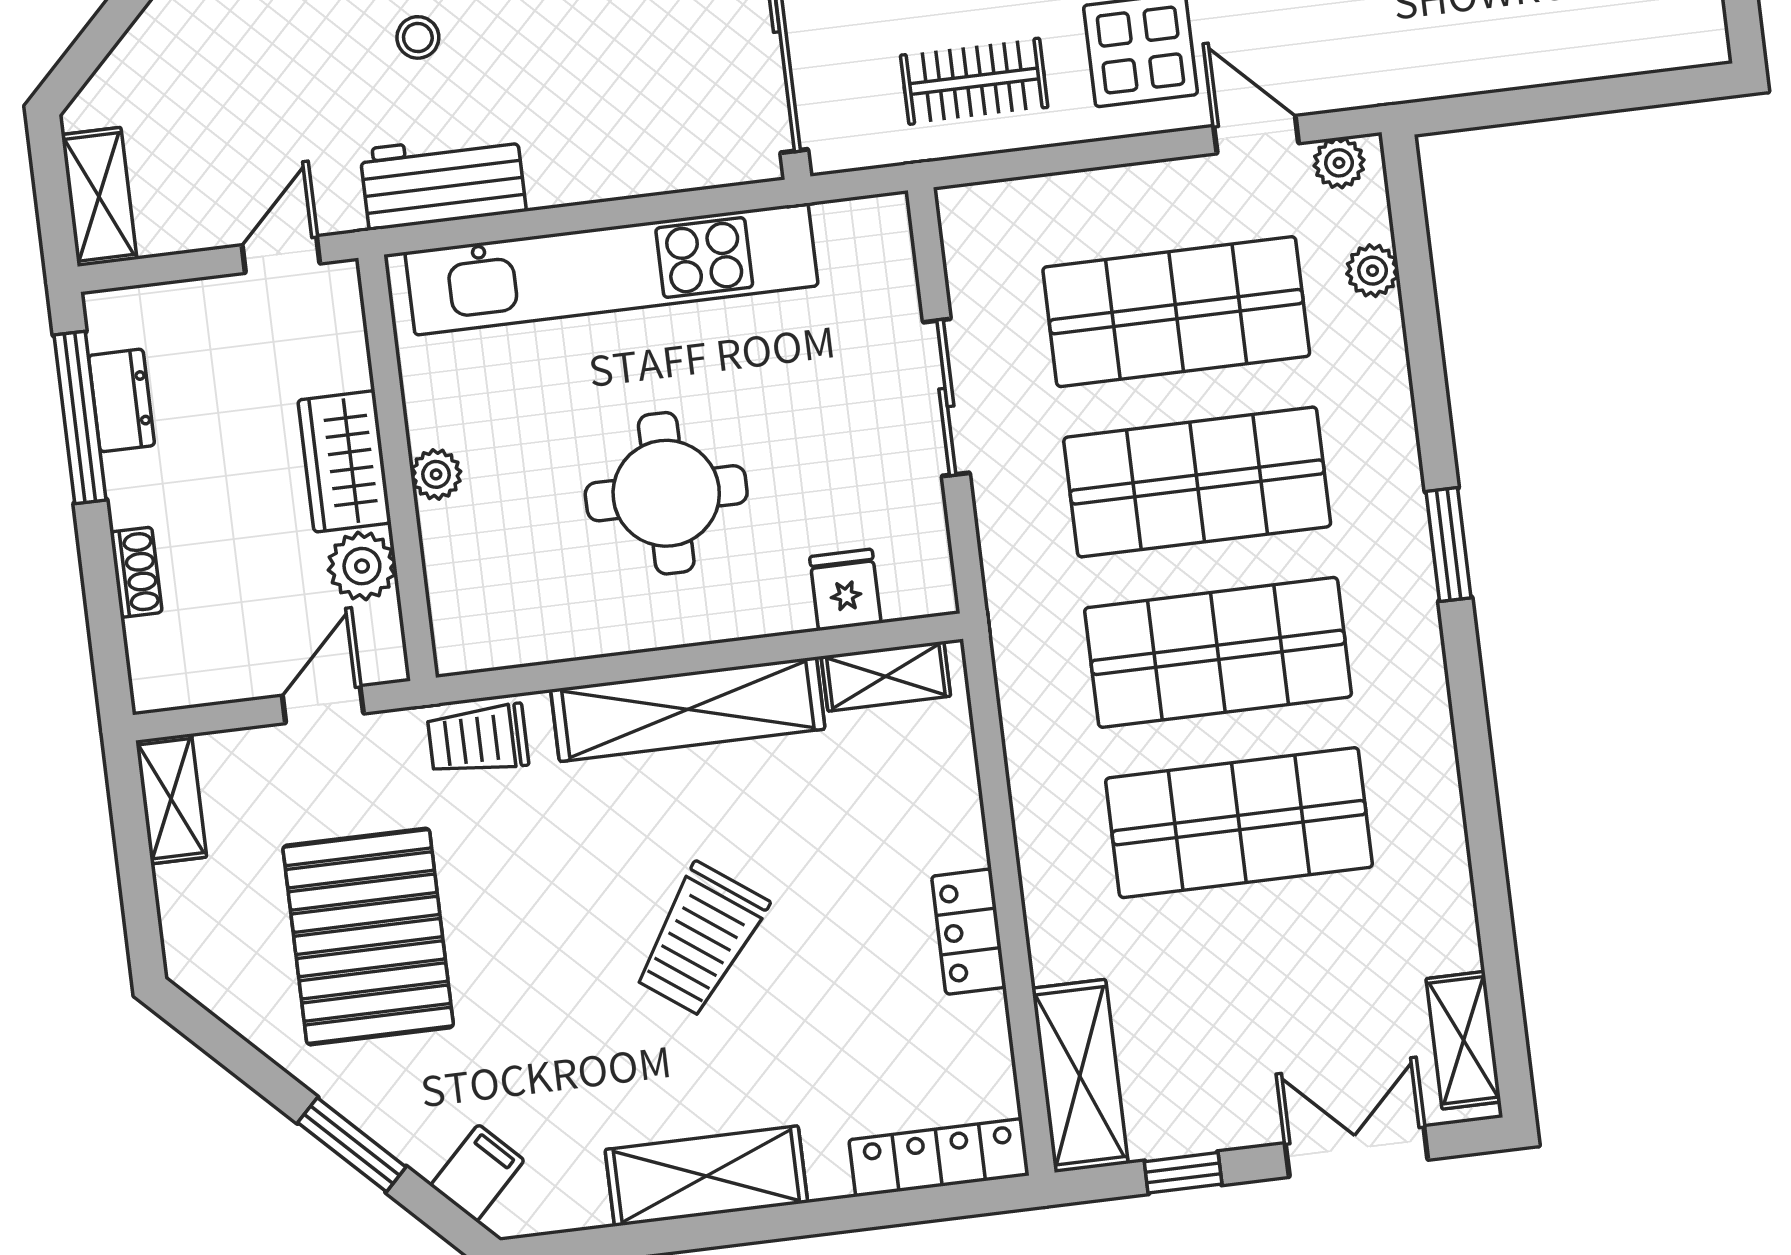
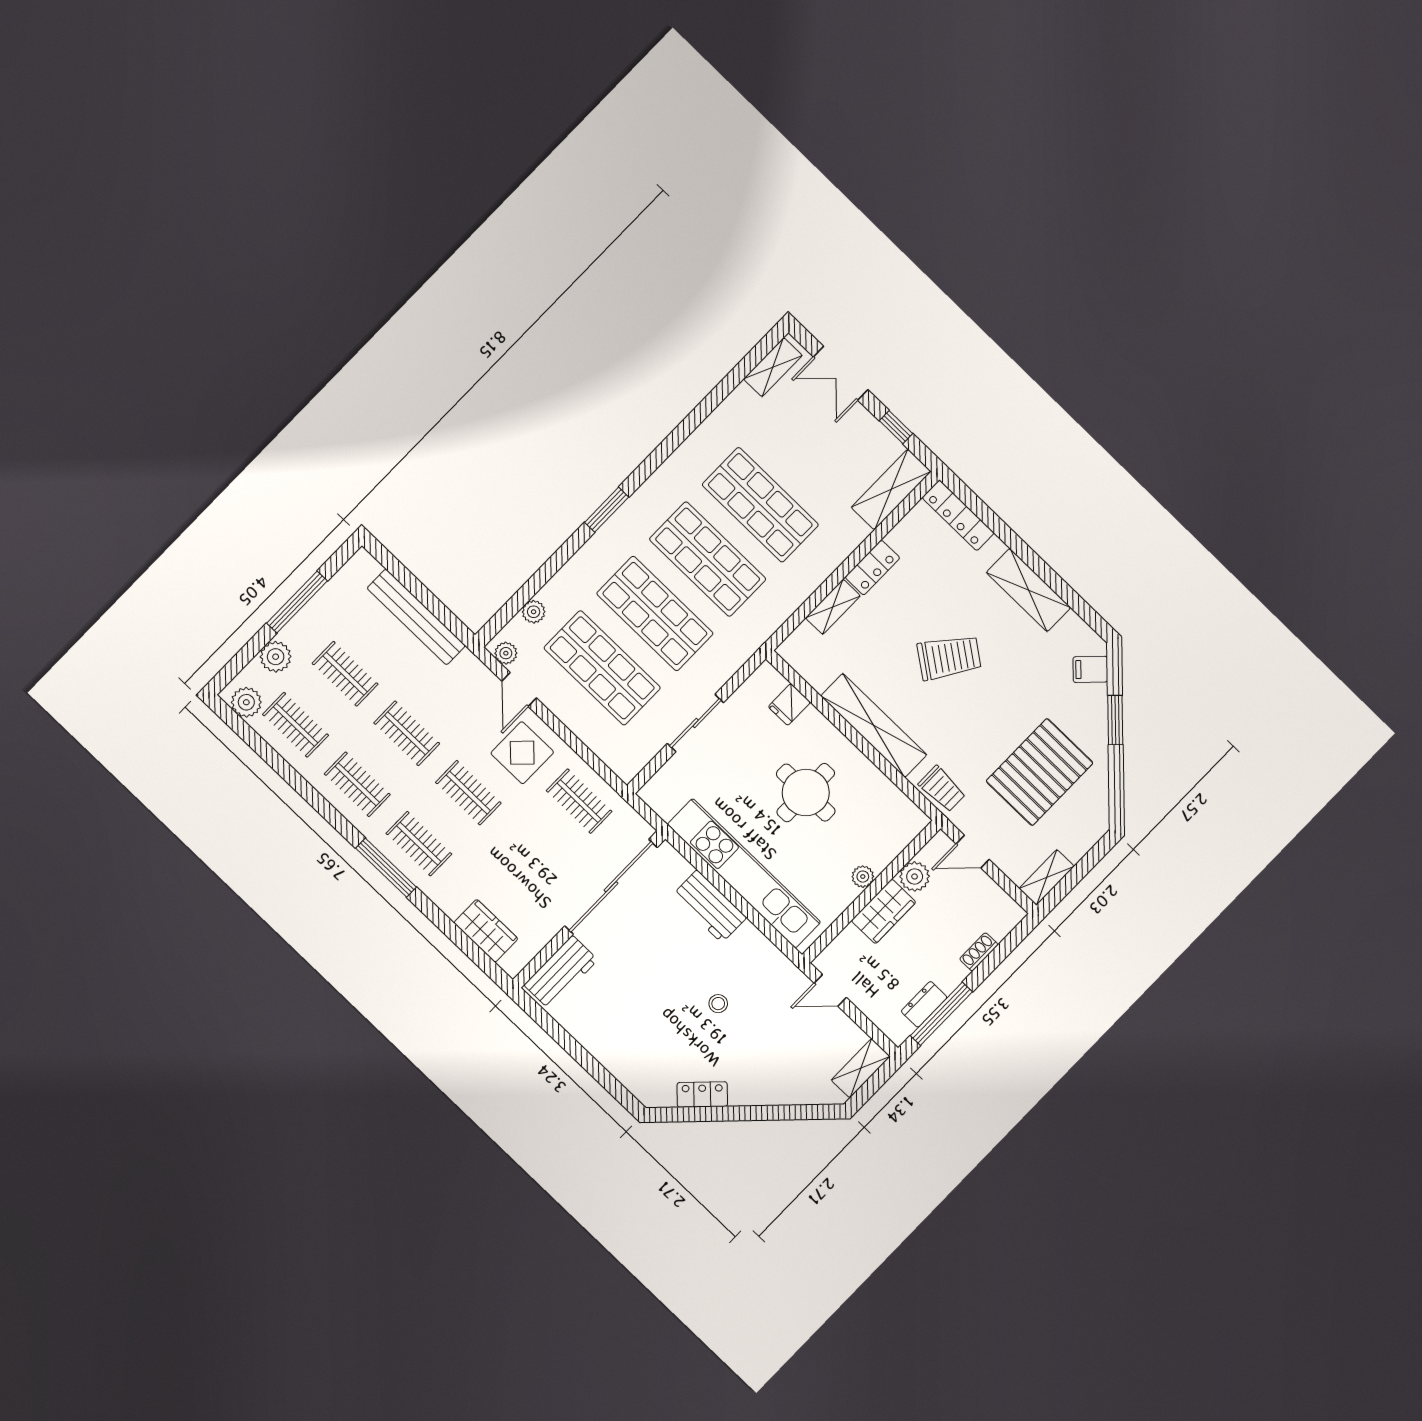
bench: (1530, 57) -> (416, 617), added
workbench: (443, 181) -> (709, 906), moved
shelving: (886, 676) -> (833, 607), moved, turned 90

